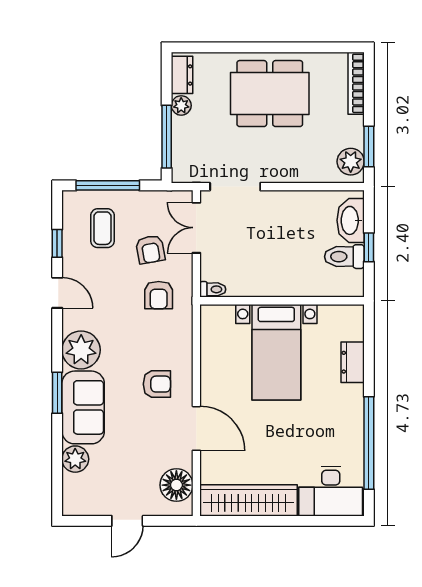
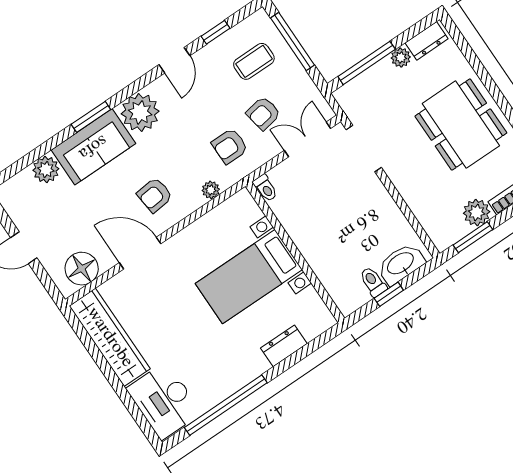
plant: (351, 162) -> (477, 213), moved
toilet: (344, 257) -> (373, 282), width x0.73, depth x0.72
plant: (184, 335) -> (211, 190), added
armchair: (157, 384) -> (155, 195), turned 84
door: (196, 428) -> (140, 253), swing flipped

